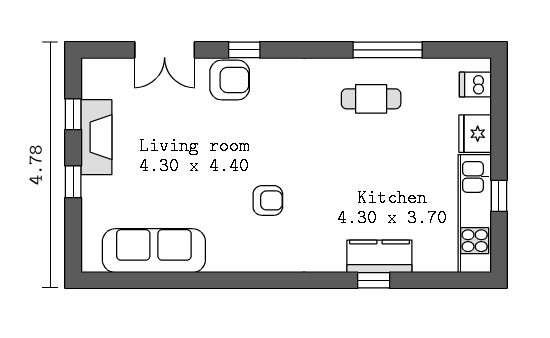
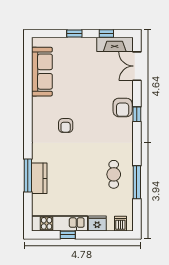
double door: (165, 50) -> (137, 66), moved
fireplace: (96, 137) -> (115, 44), moved
window: (374, 280) -> (28, 176), width x2.17

